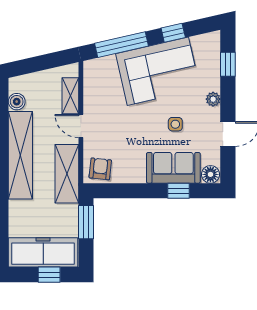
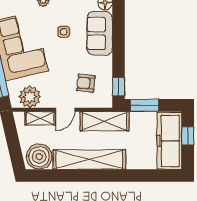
plant: (96, 83) -> (30, 97), added
boiler: (17, 102) -> (39, 157), width x1.86, depth x1.86
armchair: (100, 169) -> (86, 83), moved
window: (179, 191) -> (119, 87), moved

